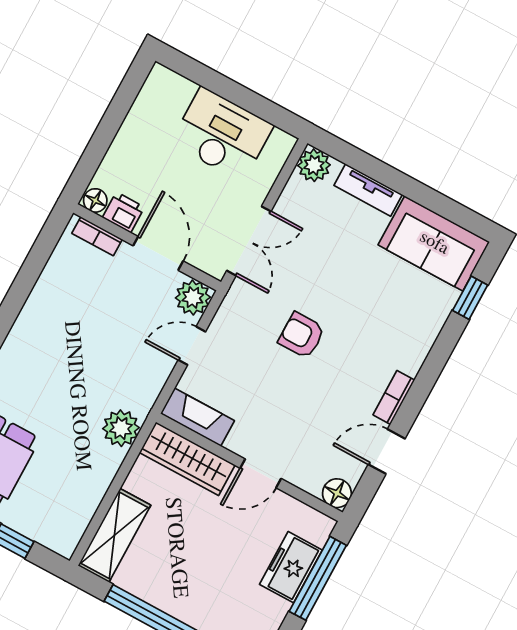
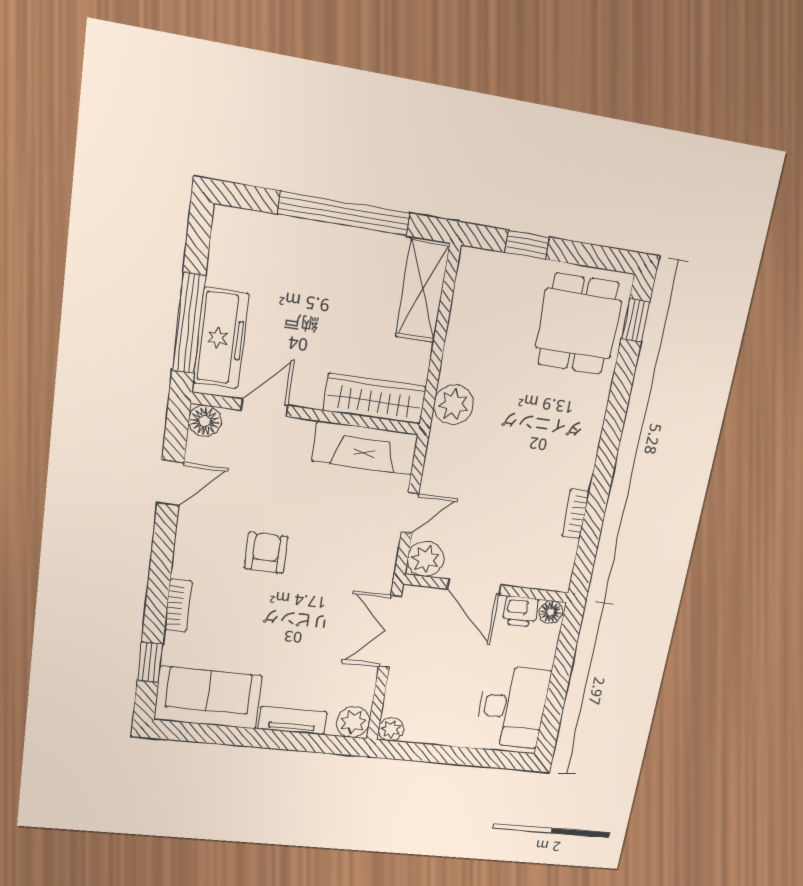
desk: (222, 134) -> (512, 707), moved, turned -90
plant: (282, 144) -> (391, 729), added
bookcase: (97, 236) -> (575, 514), moved, turned -90
armchair: (302, 335) -> (266, 553), moved, turned -90
bookcase: (394, 397) -> (178, 606), moved
fireplace: (198, 417) -> (365, 448), width x1.37, depth x1.32
door: (261, 473) -> (264, 408), moved
freezer: (291, 567) -> (221, 338), width x1.40

